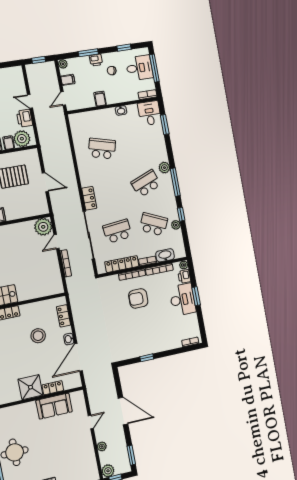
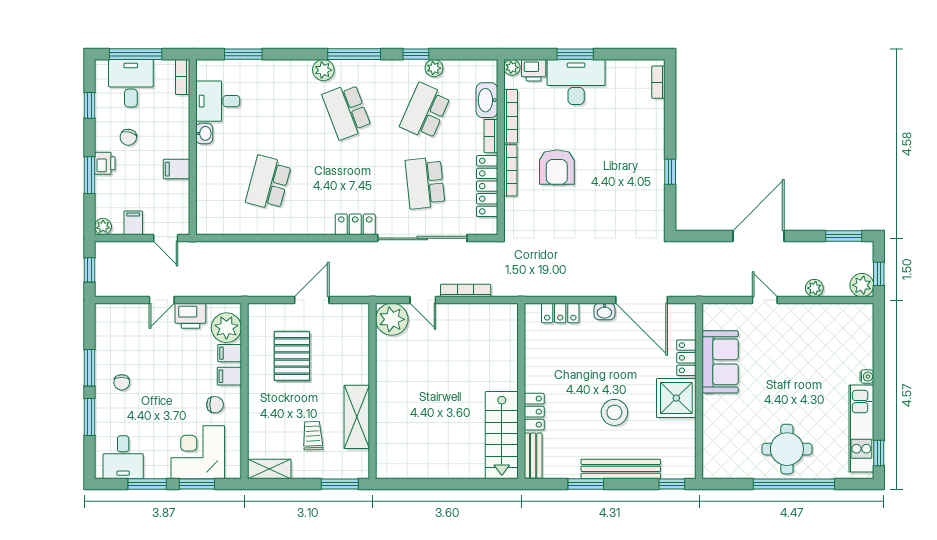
desk: (150, 113) -> (218, 101), moved
stool: (38, 336) -> (614, 412), moved

